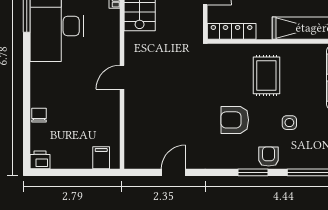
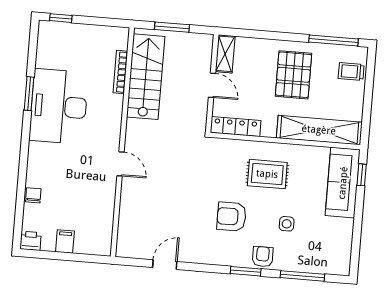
rug: (266, 75) -> (267, 174), turned 90
door: (122, 77) -> (121, 164), swing flipped
filing cabinet: (101, 158) -> (65, 241), moved

